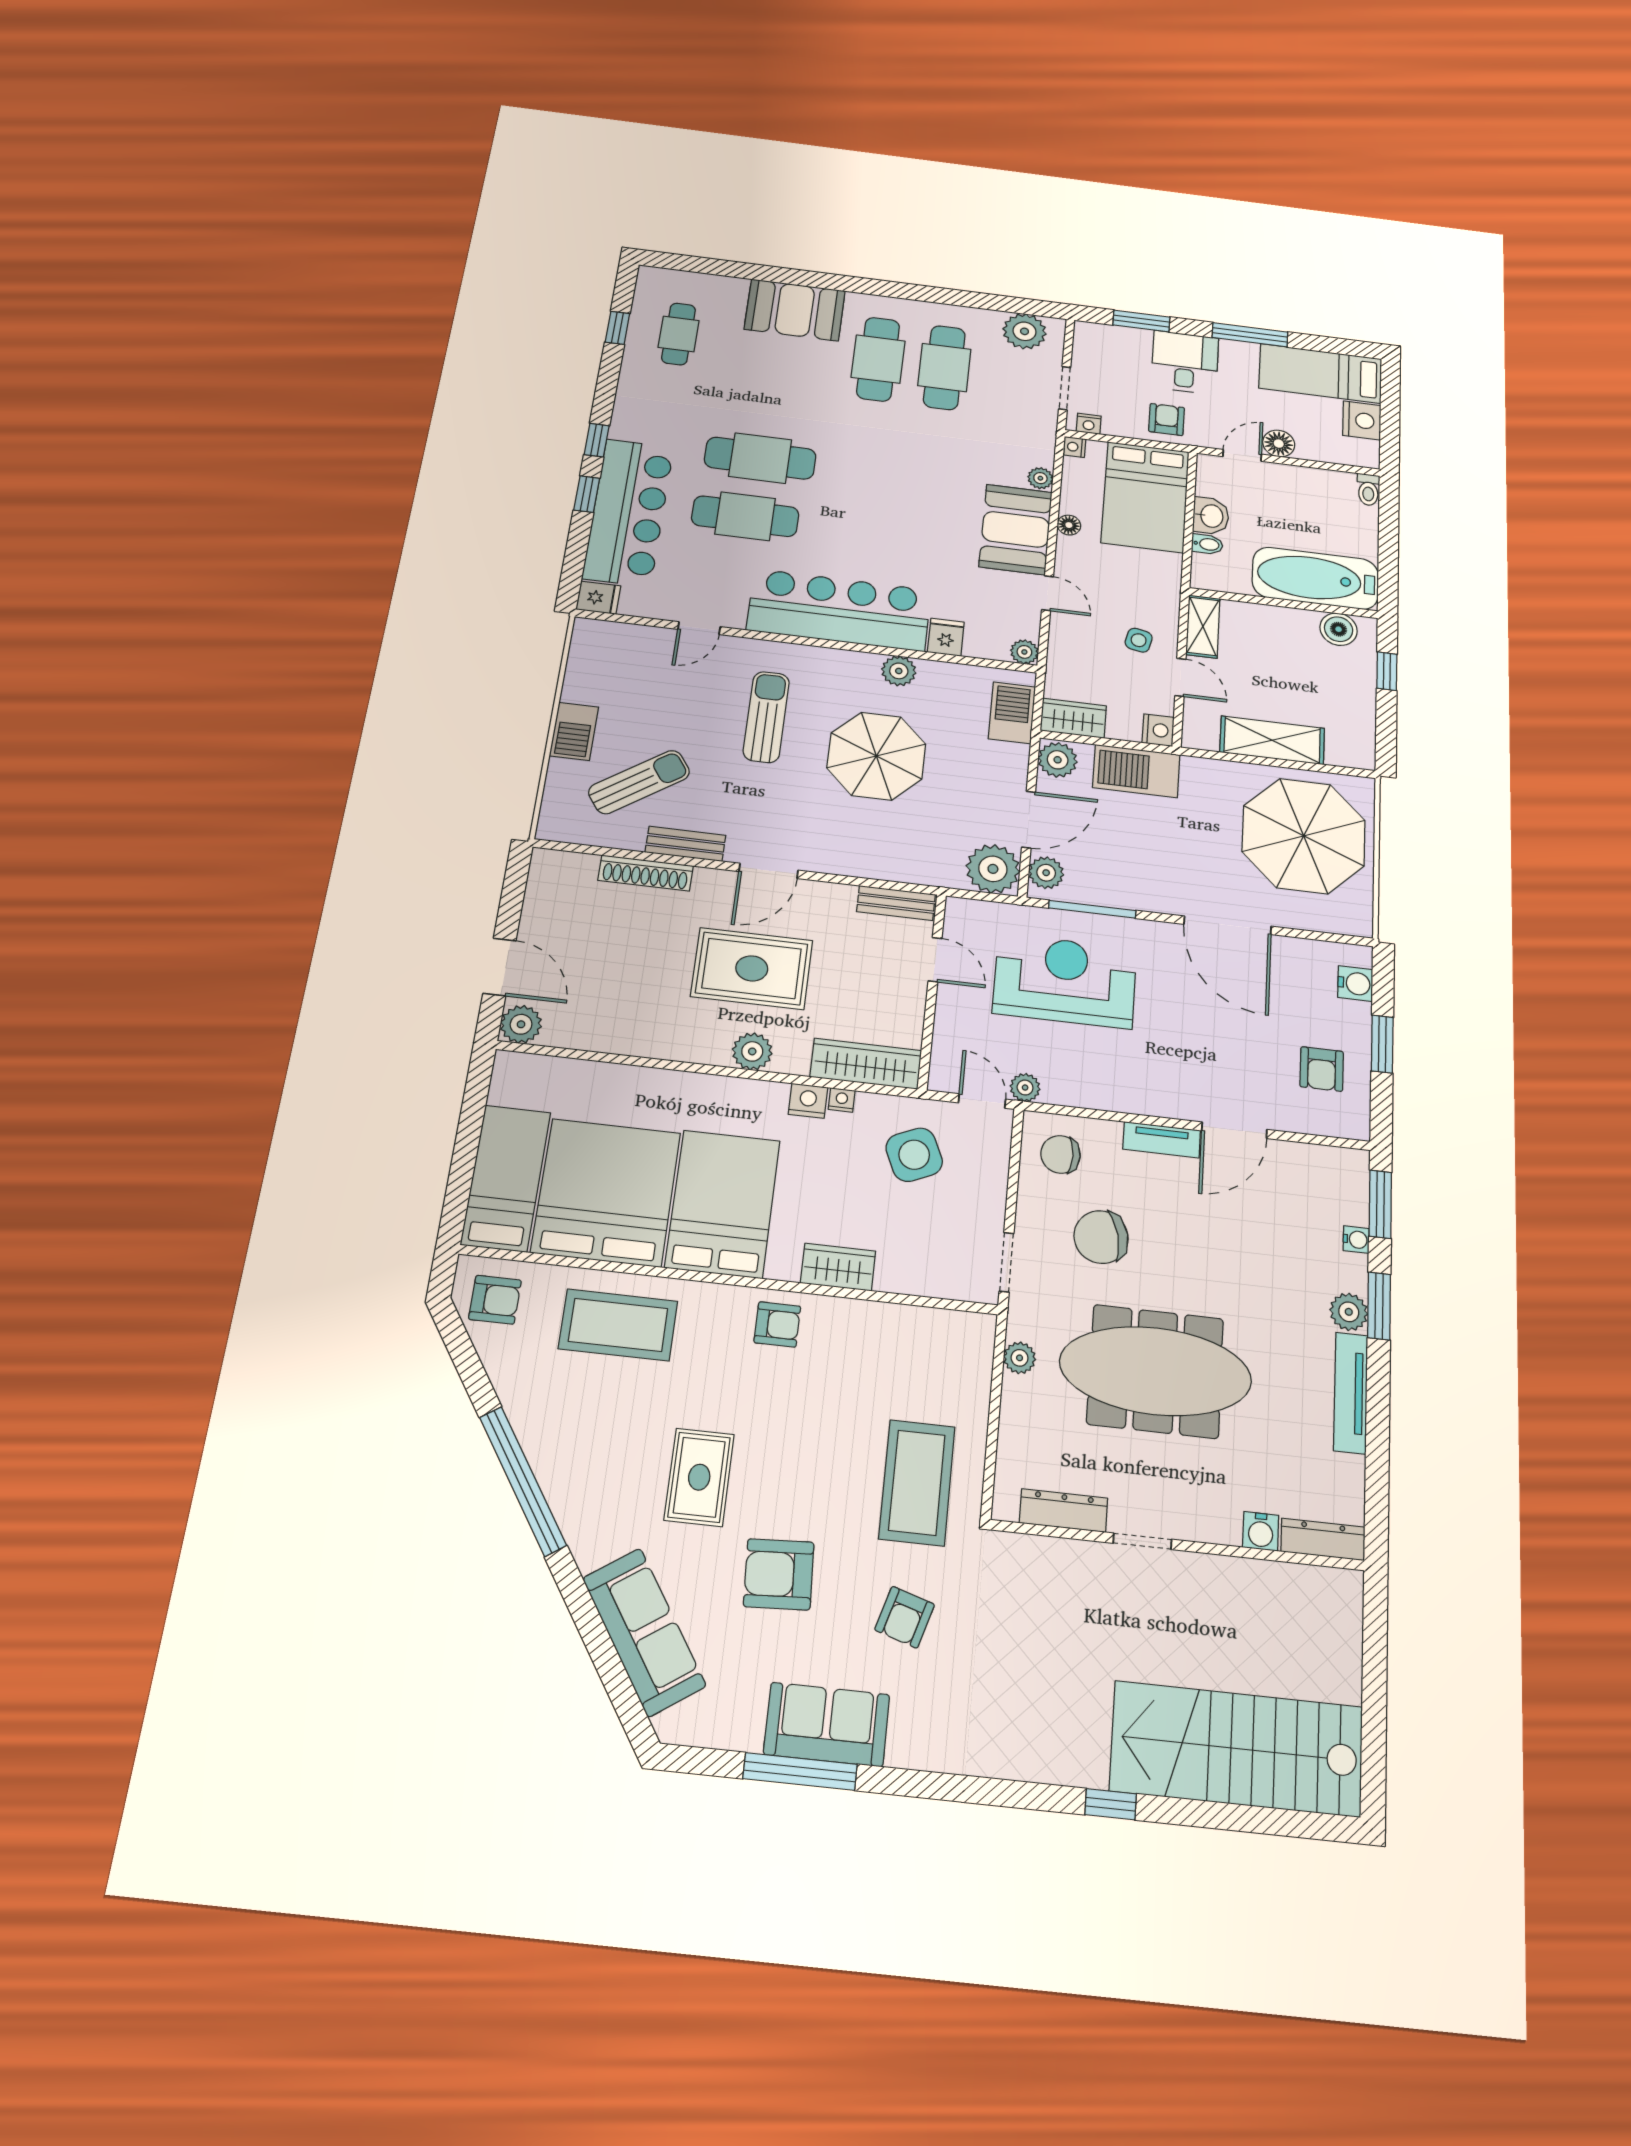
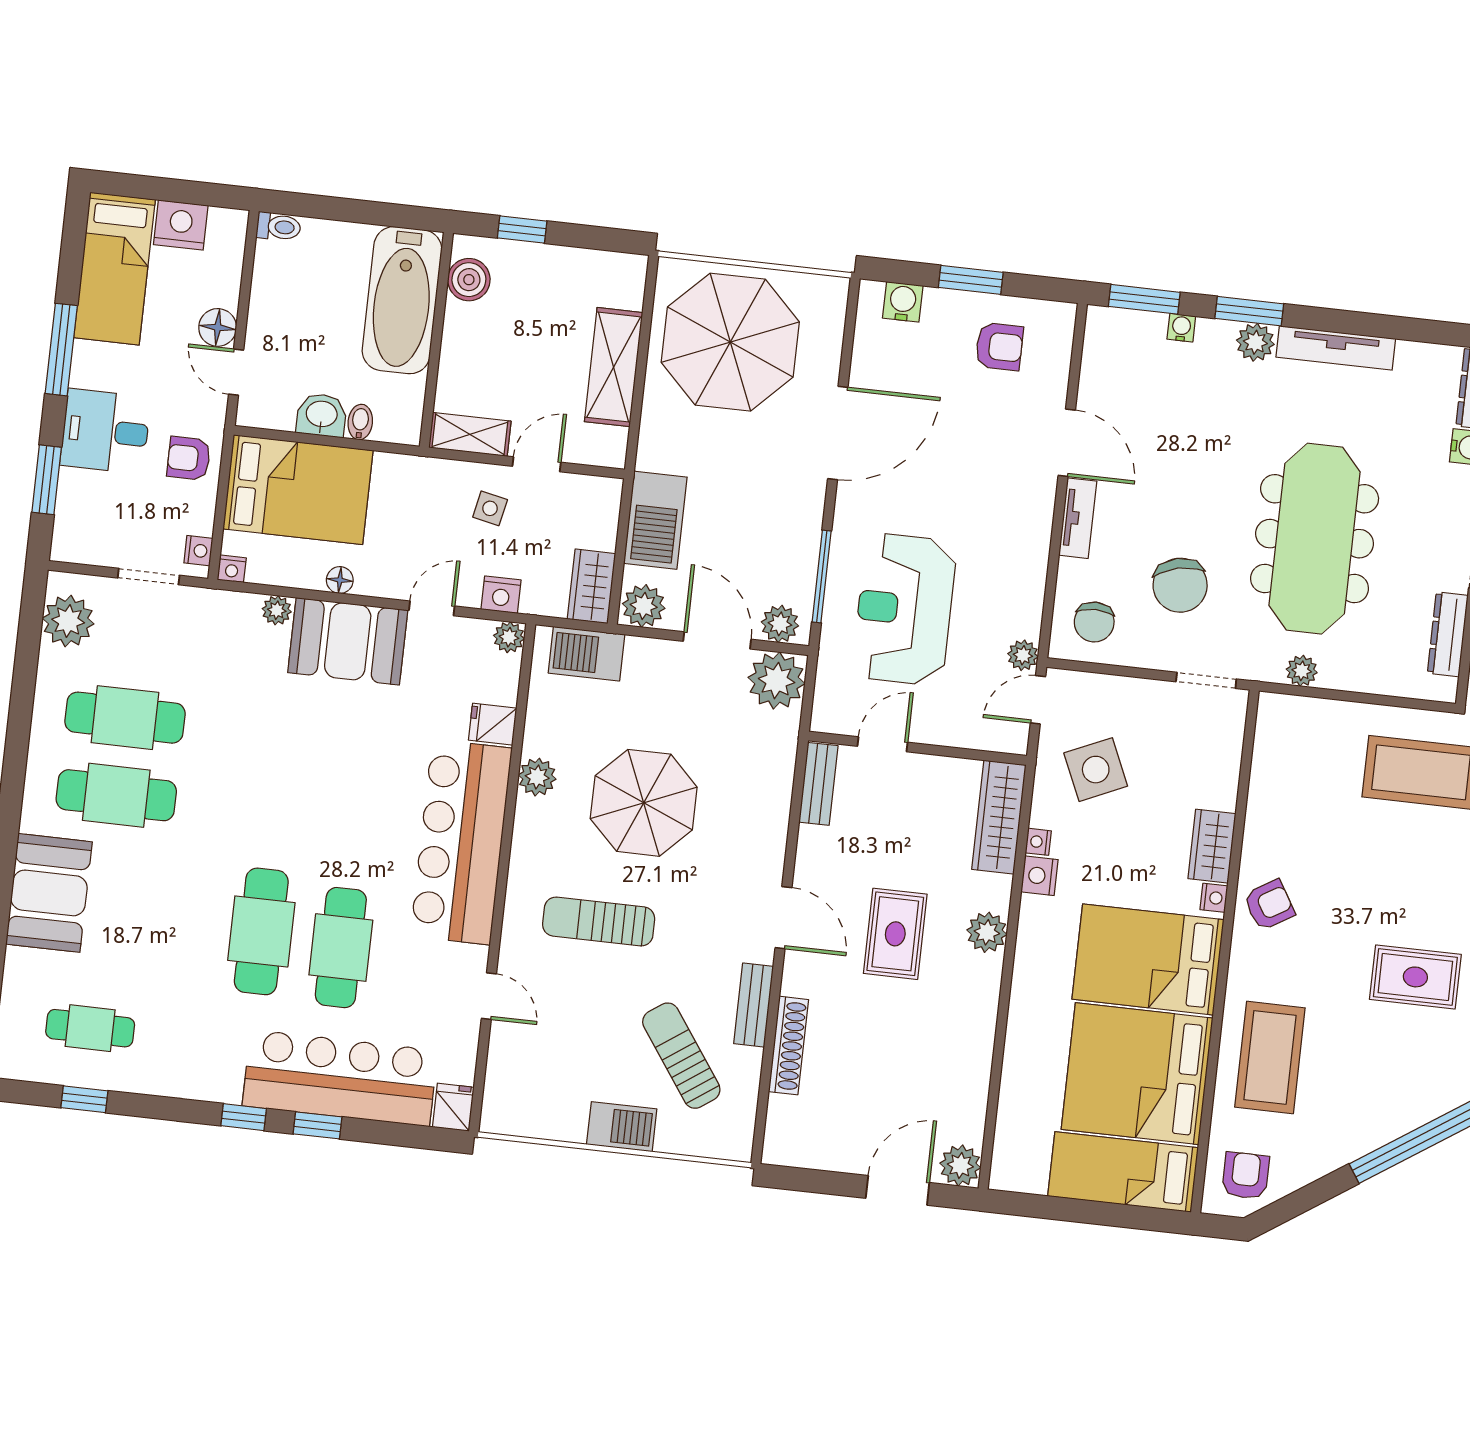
nightstand: (1158, 730) -> (501, 595), moved, turned 180
rug: (752, 968) -> (895, 934), width x0.73, depth x0.70
nightstand: (785, 1269) -> (1214, 898), added
armchair: (777, 1324) -> (1269, 905), turned 59

